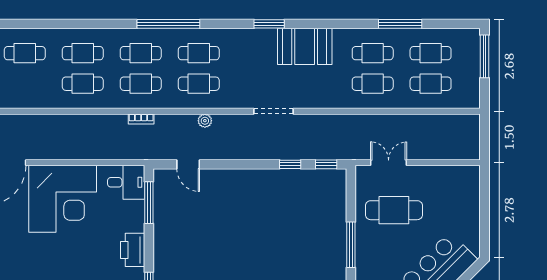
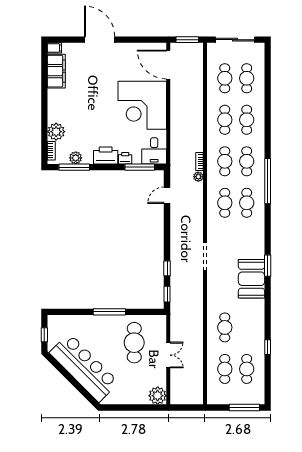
window: (269, 24) -> (268, 266), moved
window: (400, 24) -> (268, 347), width x0.46
cafe table: (373, 53) -> (225, 78), moved
plant: (205, 121) -> (198, 177), moved
double door: (389, 163) -> (168, 355), moved
plant: (468, 178) -> (158, 396), added
printer: (136, 223) -> (125, 158), added

